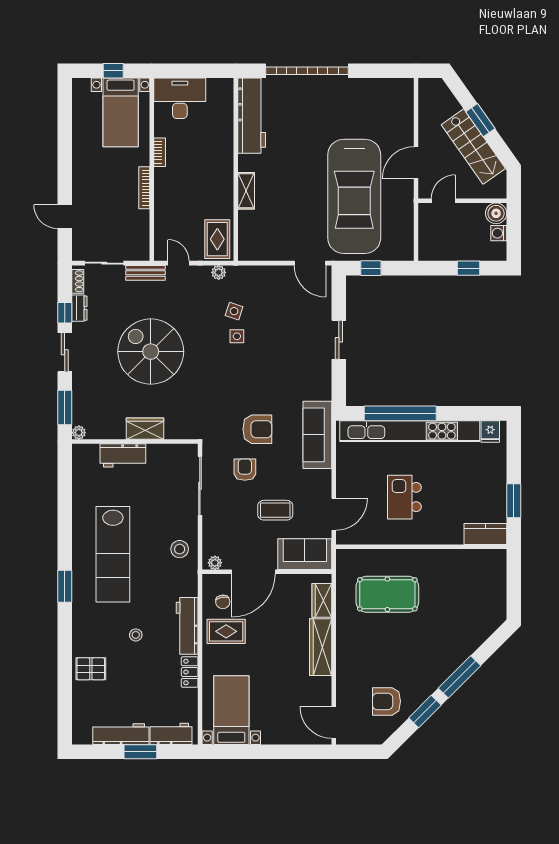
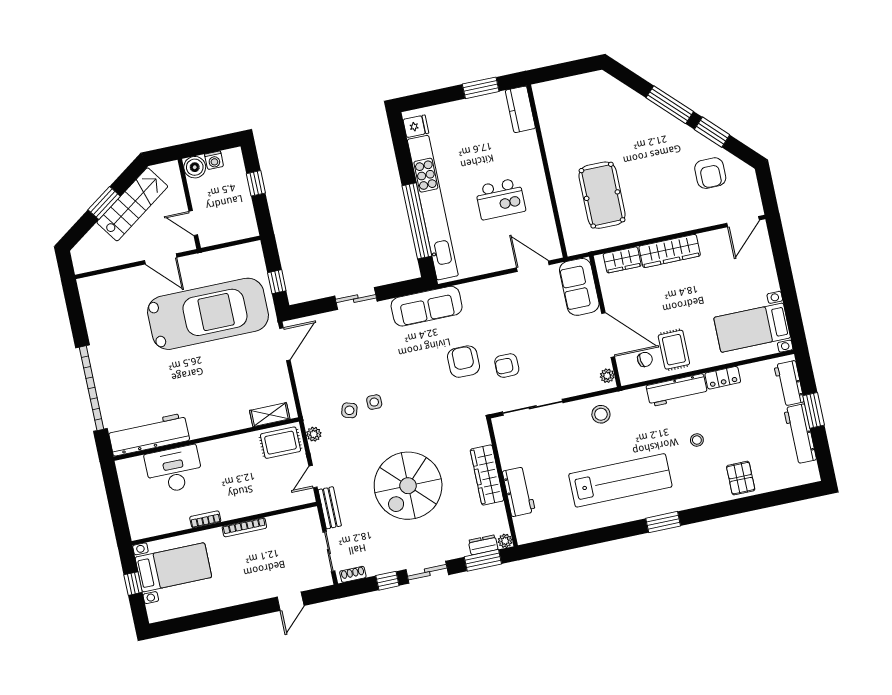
desk: (180, 98) -> (174, 470), moved, turned 90
shelving: (246, 191) -> (270, 415), moved
dresser: (79, 308) -> (483, 545), moved
wardrobe: (145, 429) -> (487, 475), width x1.50
sofa: (317, 435) -> (427, 306), moved
coffee table: (275, 510) -> (541, 326), removed

